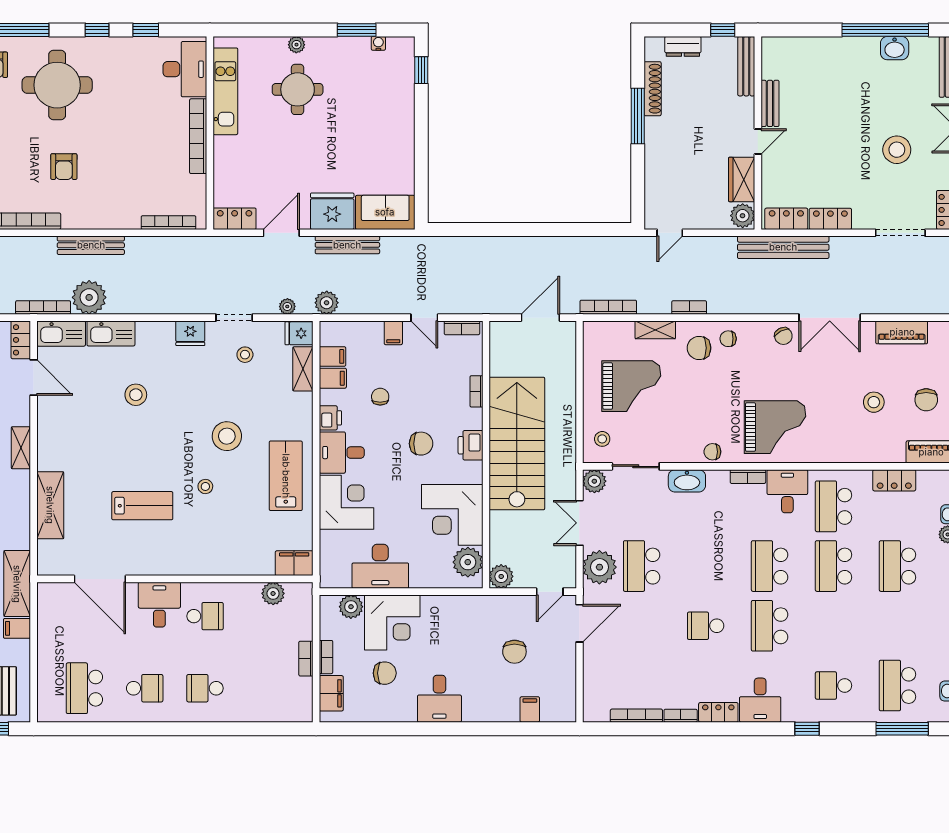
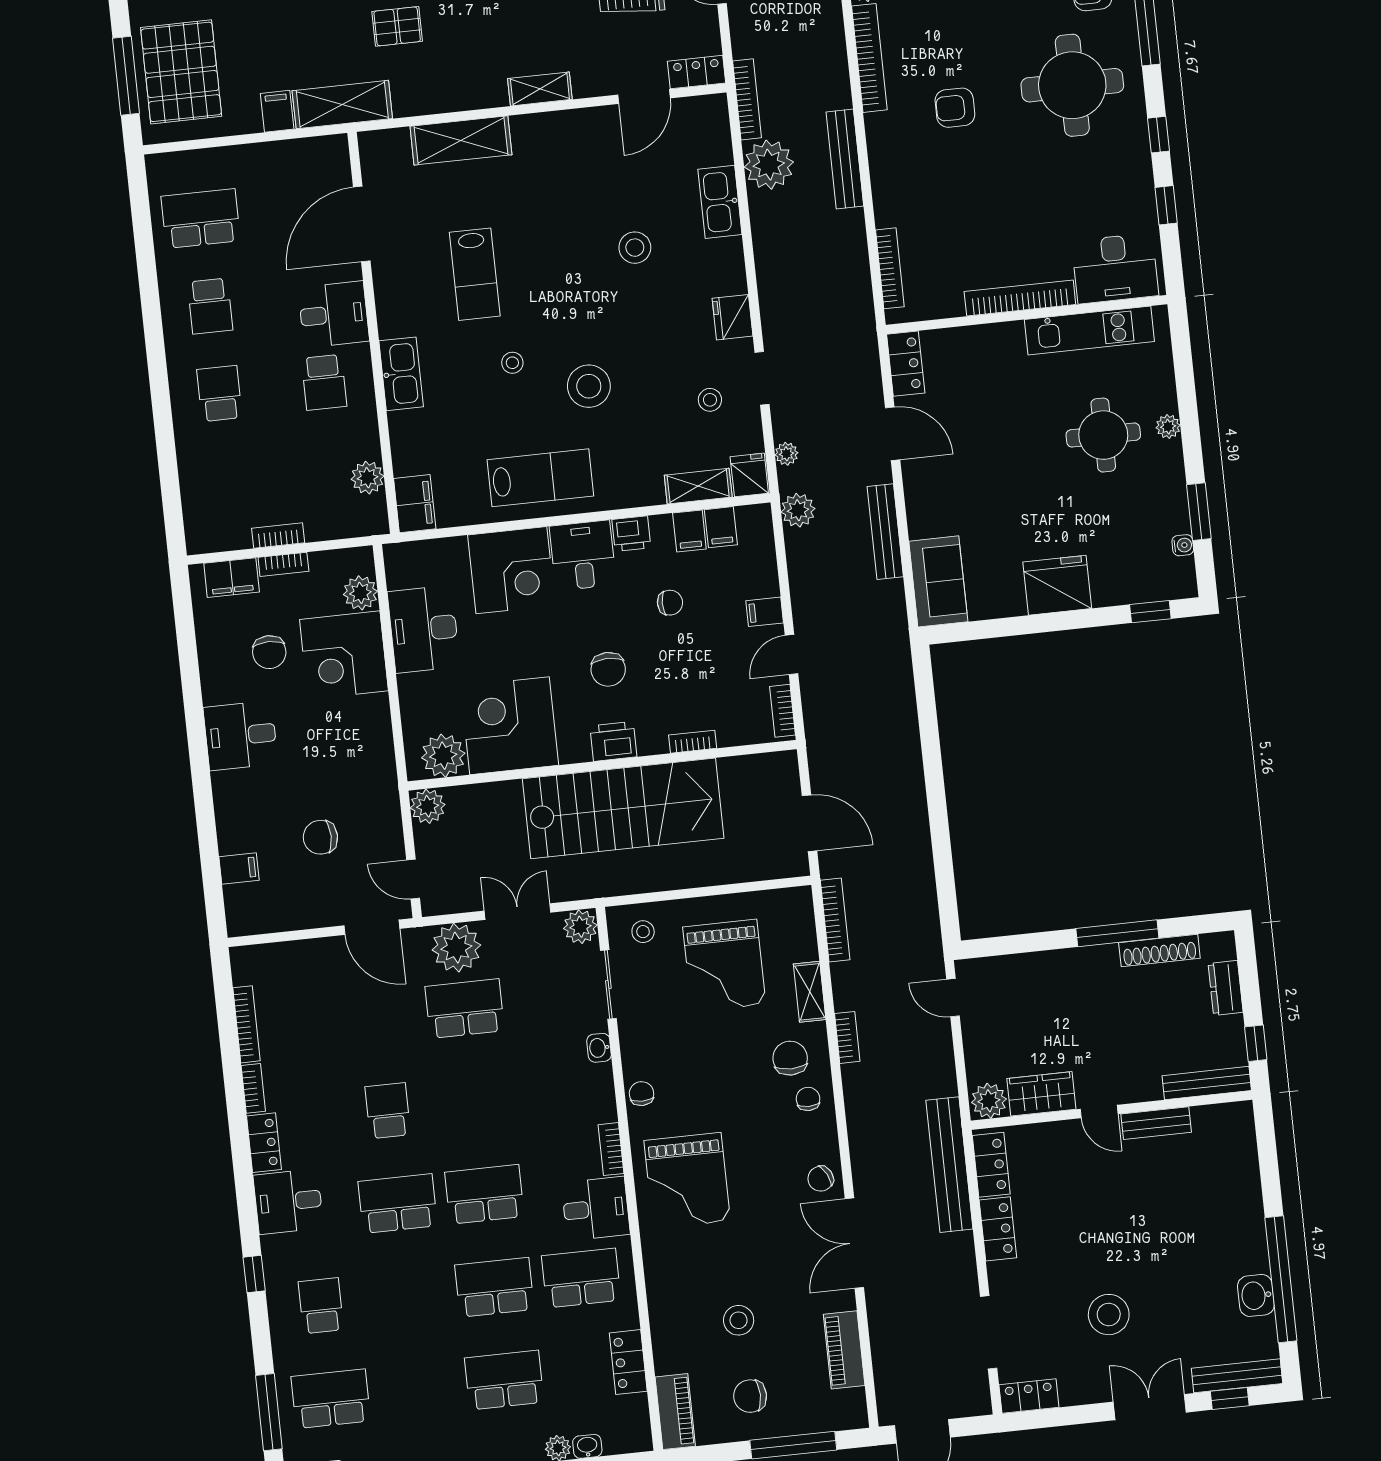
fridge: (332, 211) -> (1057, 585), moved, turned -90
kitchen sink: (61, 334) -> (401, 374), moved, turned 180
washbasin: (687, 481) -> (599, 1048), width x0.52, depth x0.69

